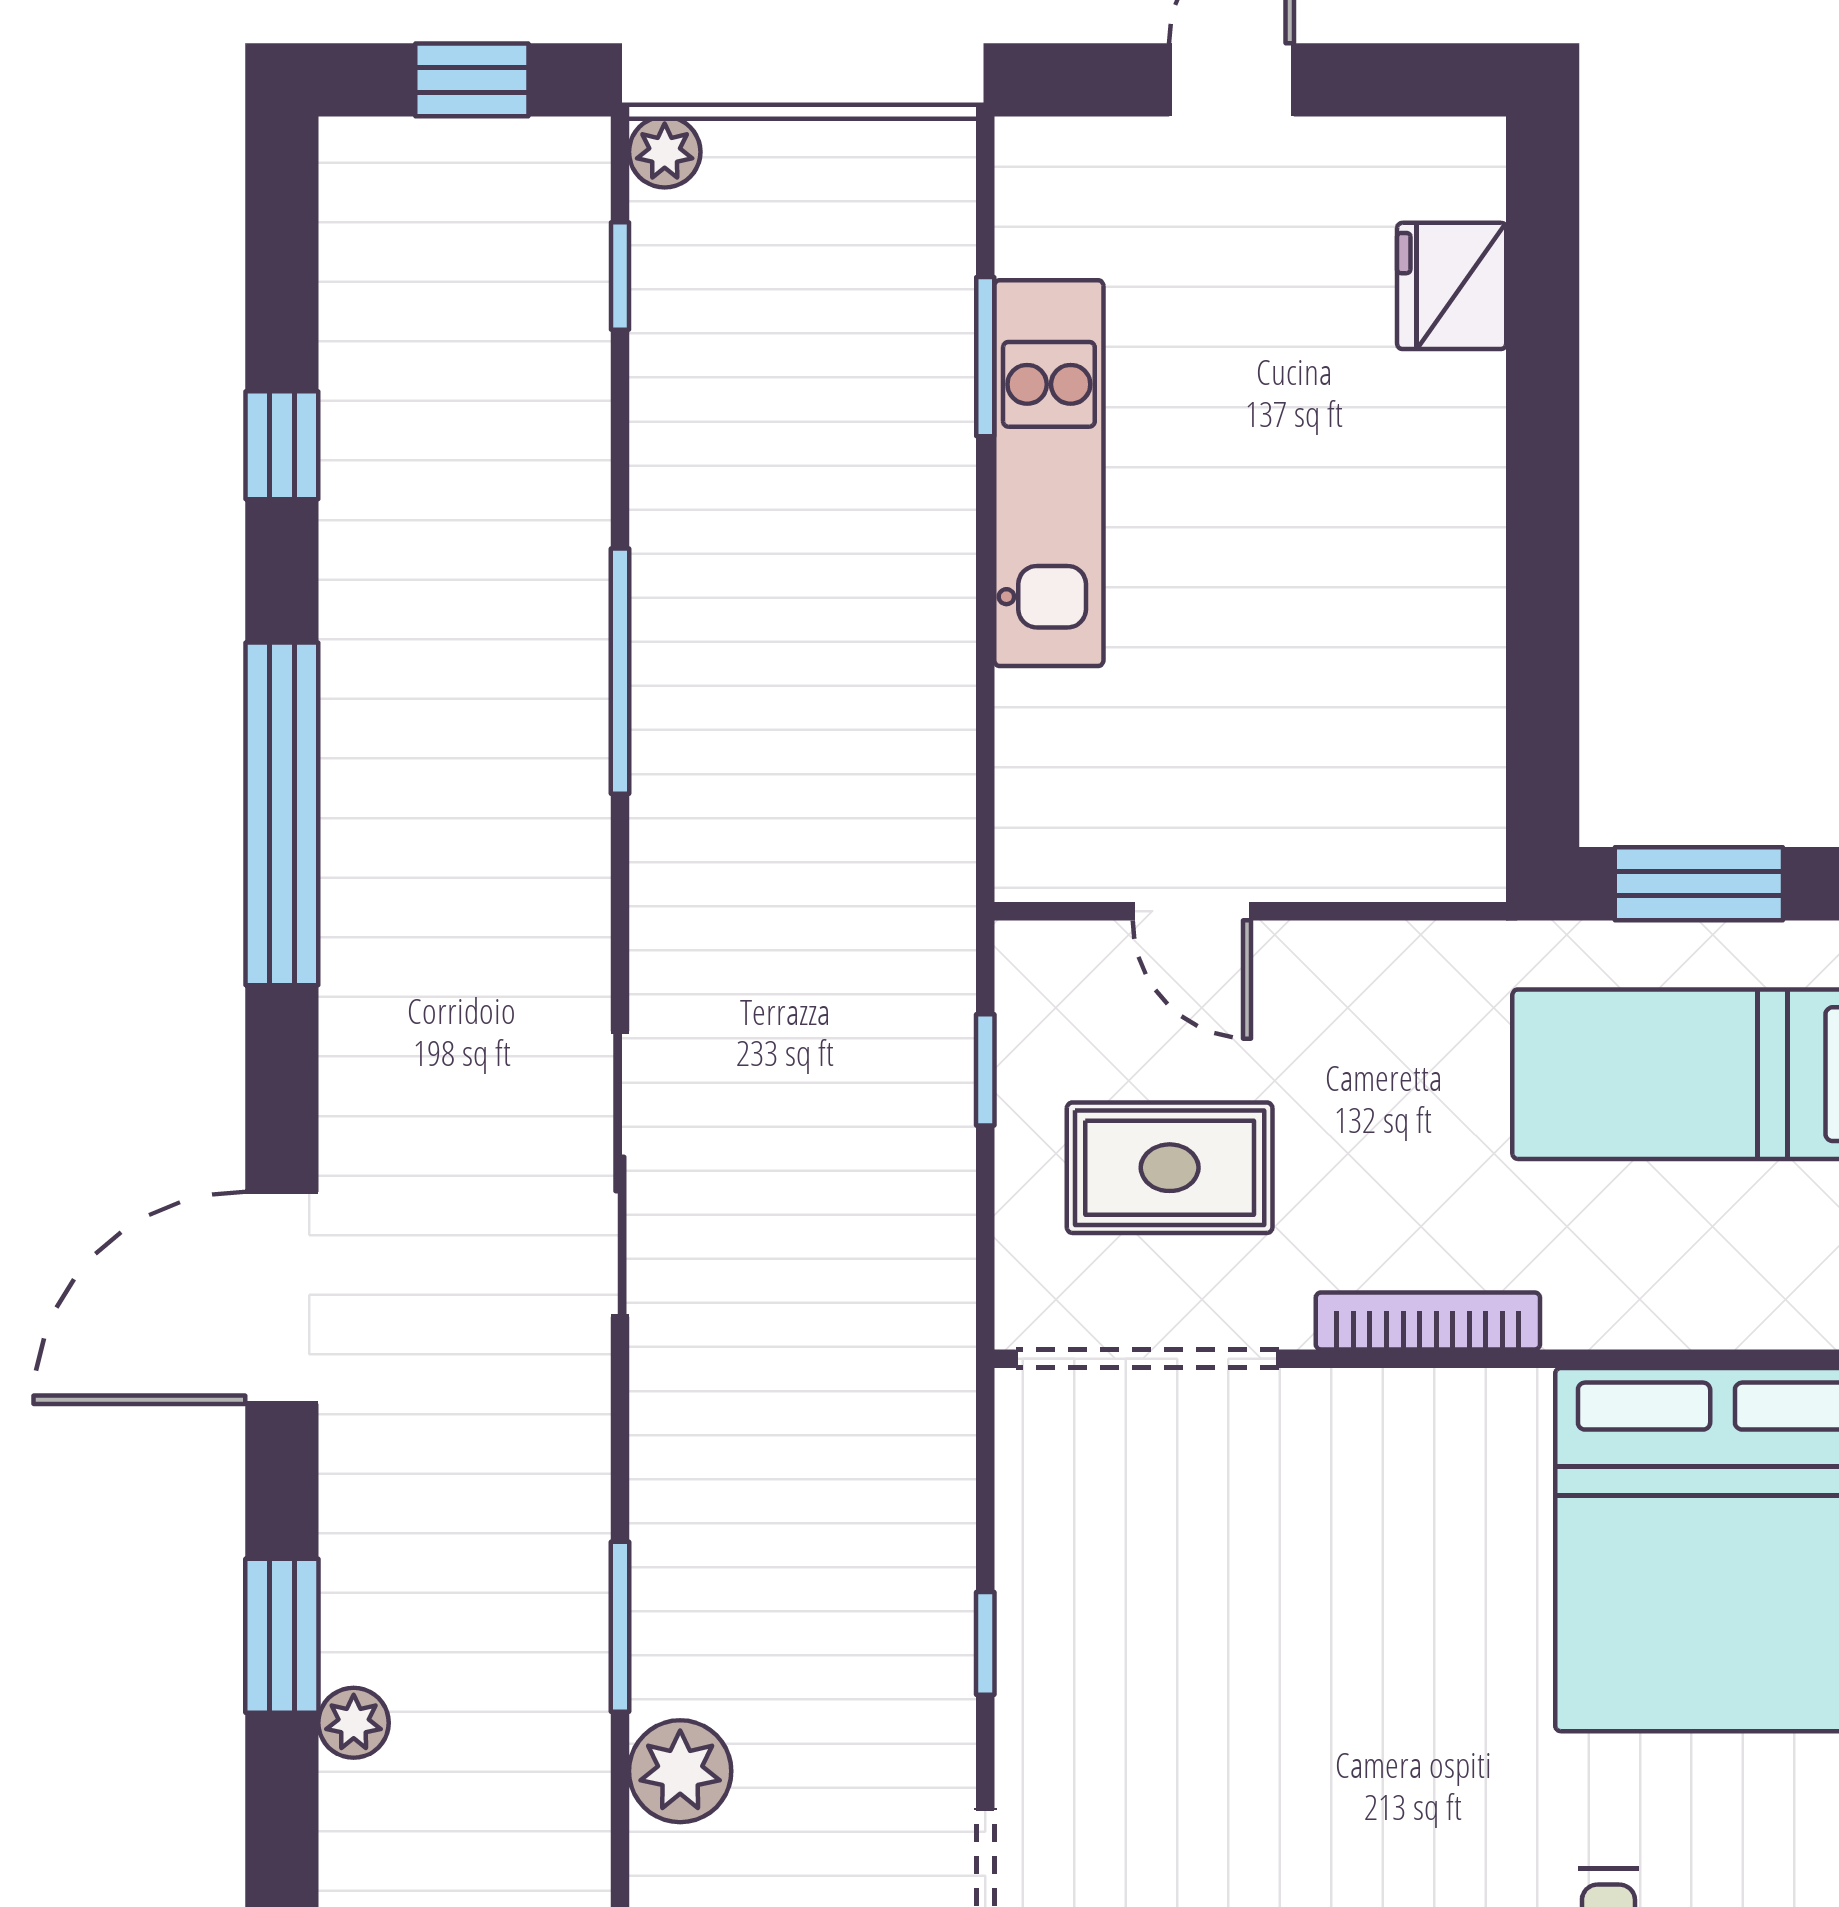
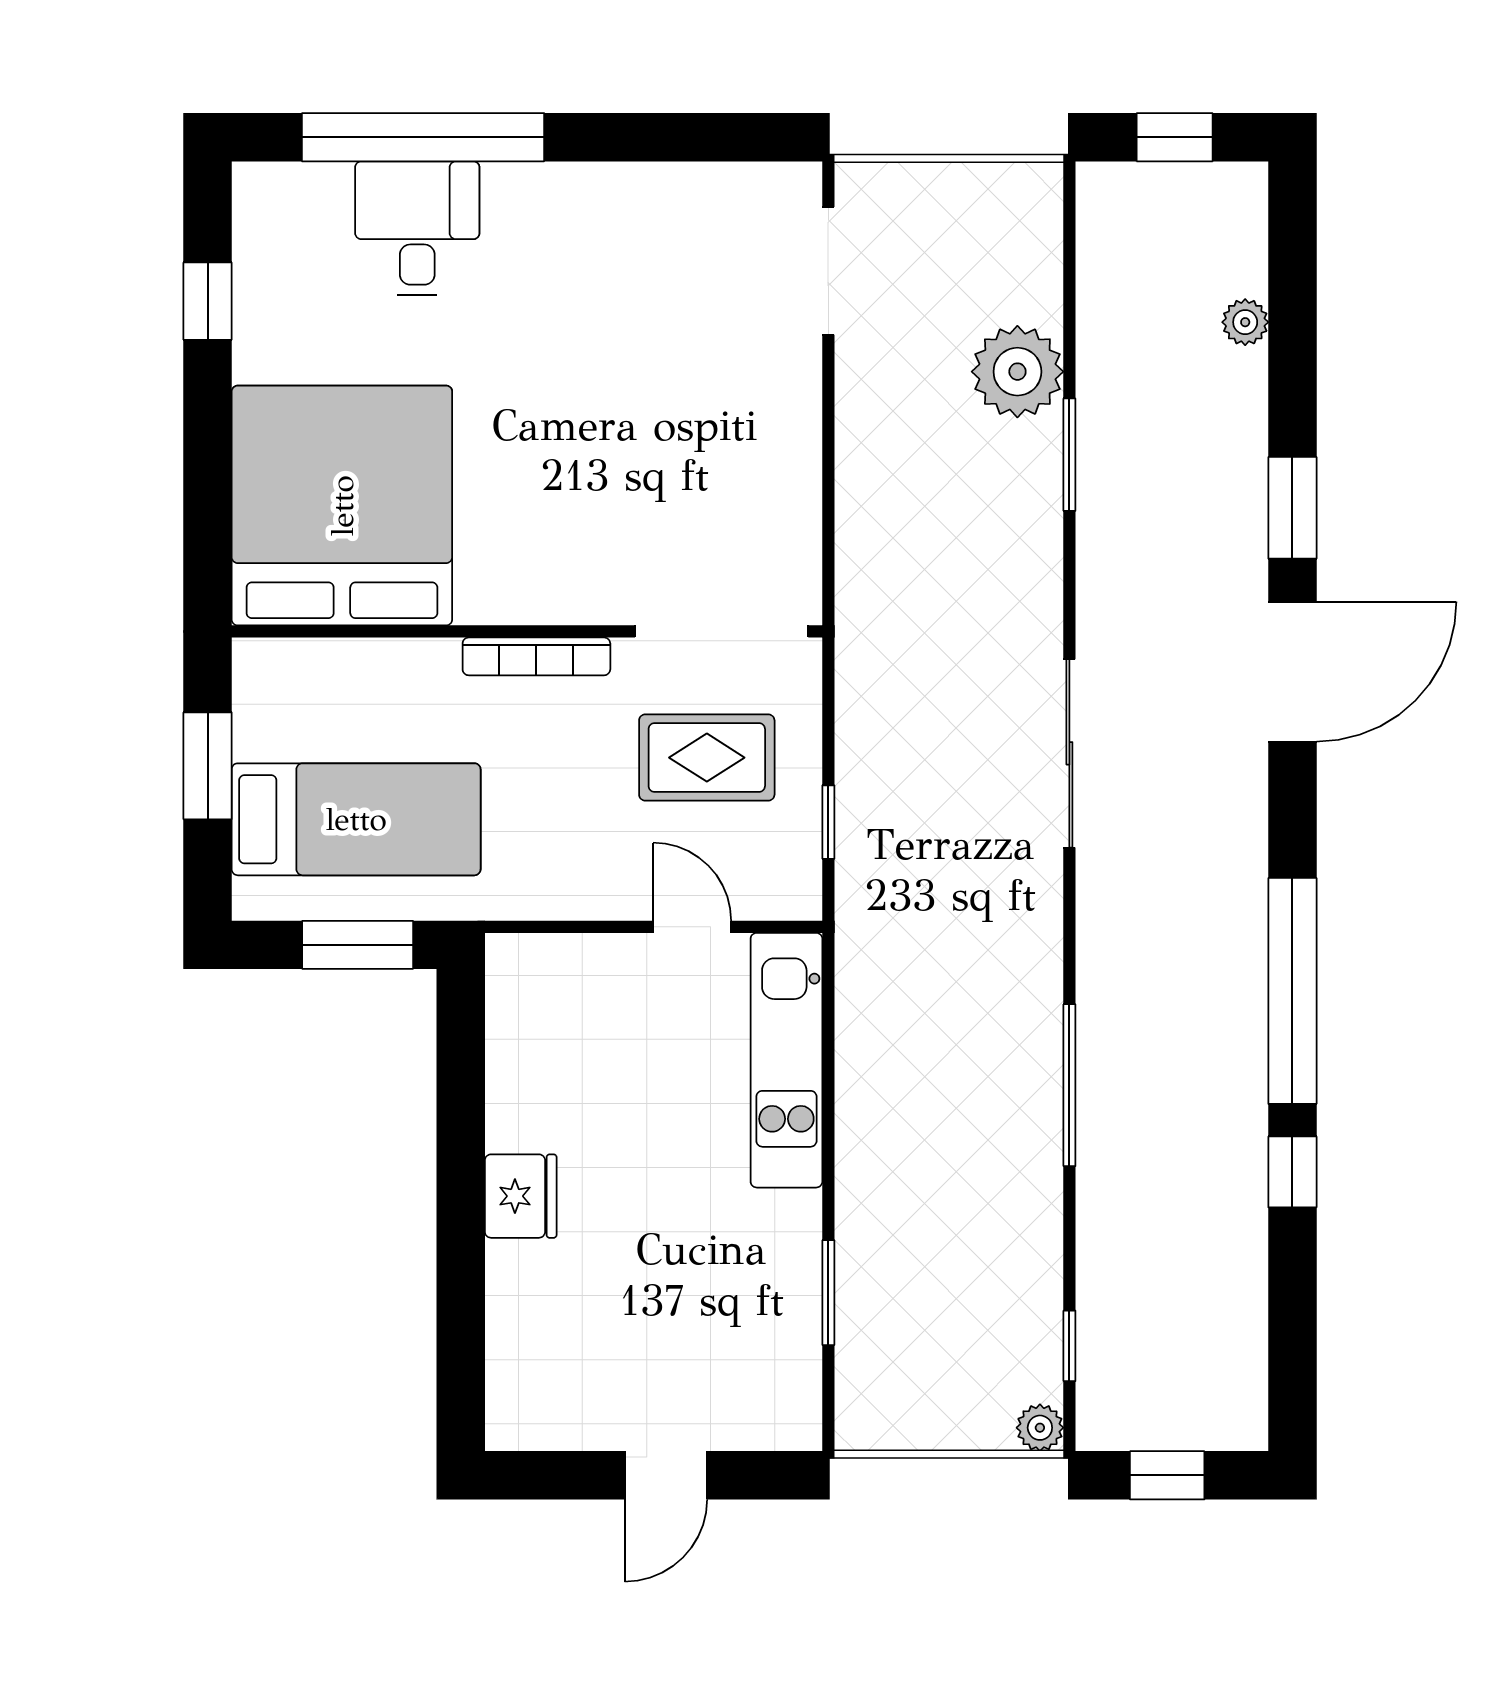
fridge: (1452, 286) -> (521, 1196), moved
window: (282, 445) -> (1292, 1172), moved
kitchen unit: (1049, 473) -> (786, 1060), moved
window: (282, 1636) -> (1292, 508), moved
window: (985, 1643) -> (828, 444), removed
plant: (354, 1723) -> (1245, 322), moved
plant: (680, 1771) -> (1017, 372), width x1.36, depth x1.36

